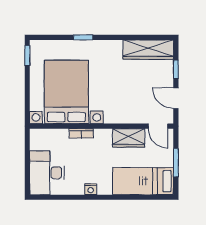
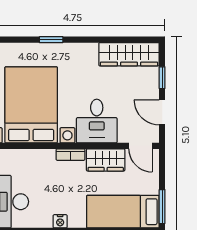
desk: (121, 105) -> (97, 121), added
bookcase: (81, 133) -> (71, 155), moved
window: (176, 163) -> (162, 207), moved

